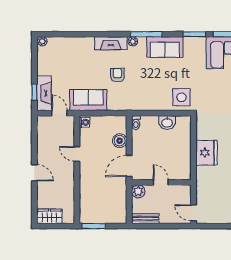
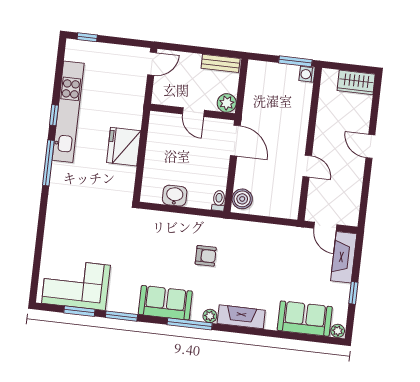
armchair: (117, 75) -> (206, 256), moved, turned -90
window: (34, 92) -> (353, 293), moved
side table: (181, 97) -> (150, 229), removed
sofa: (88, 100) -> (305, 319), moved, turned 180
washing machine: (84, 122) -> (307, 74), moved
boiler: (120, 141) -> (242, 199), moved
door: (129, 166) -> (235, 141), hinge flipped
door: (193, 213) -> (152, 64), hinge flipped

